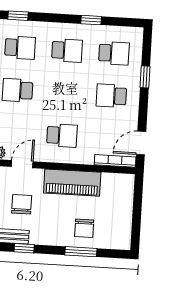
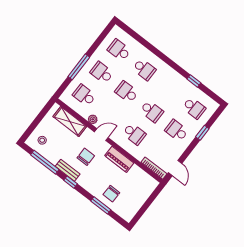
window: (18, 16) -> (155, 51), removed
school desk: (67, 50) -> (152, 111), moved
door: (141, 143) -> (175, 168), swing flipped
piano: (72, 183) -> (119, 159), width x0.73, depth x0.75

